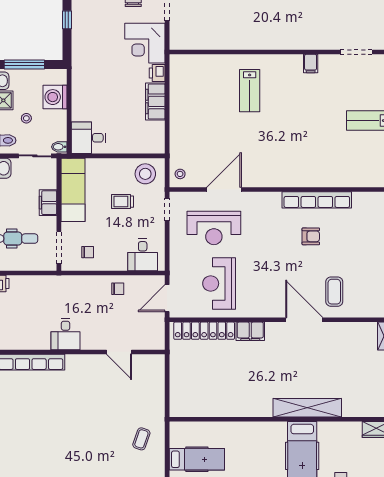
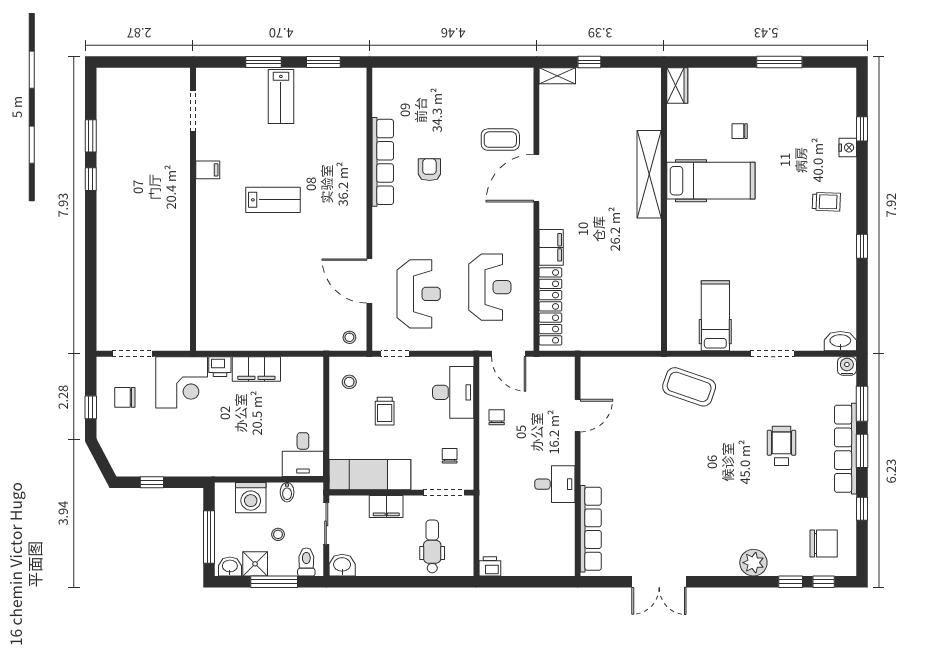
lab bench: (250, 91) -> (273, 200), moved
bidet: (59, 147) -> (287, 492), moved
stool: (145, 174) -> (349, 382), width x0.53, depth x0.53
desk: (143, 255) -> (453, 392), width x1.37
reception desk: (219, 283) -> (490, 287), turned -90
coffee table: (141, 439) -> (689, 387), width x1.86, depth x1.72

